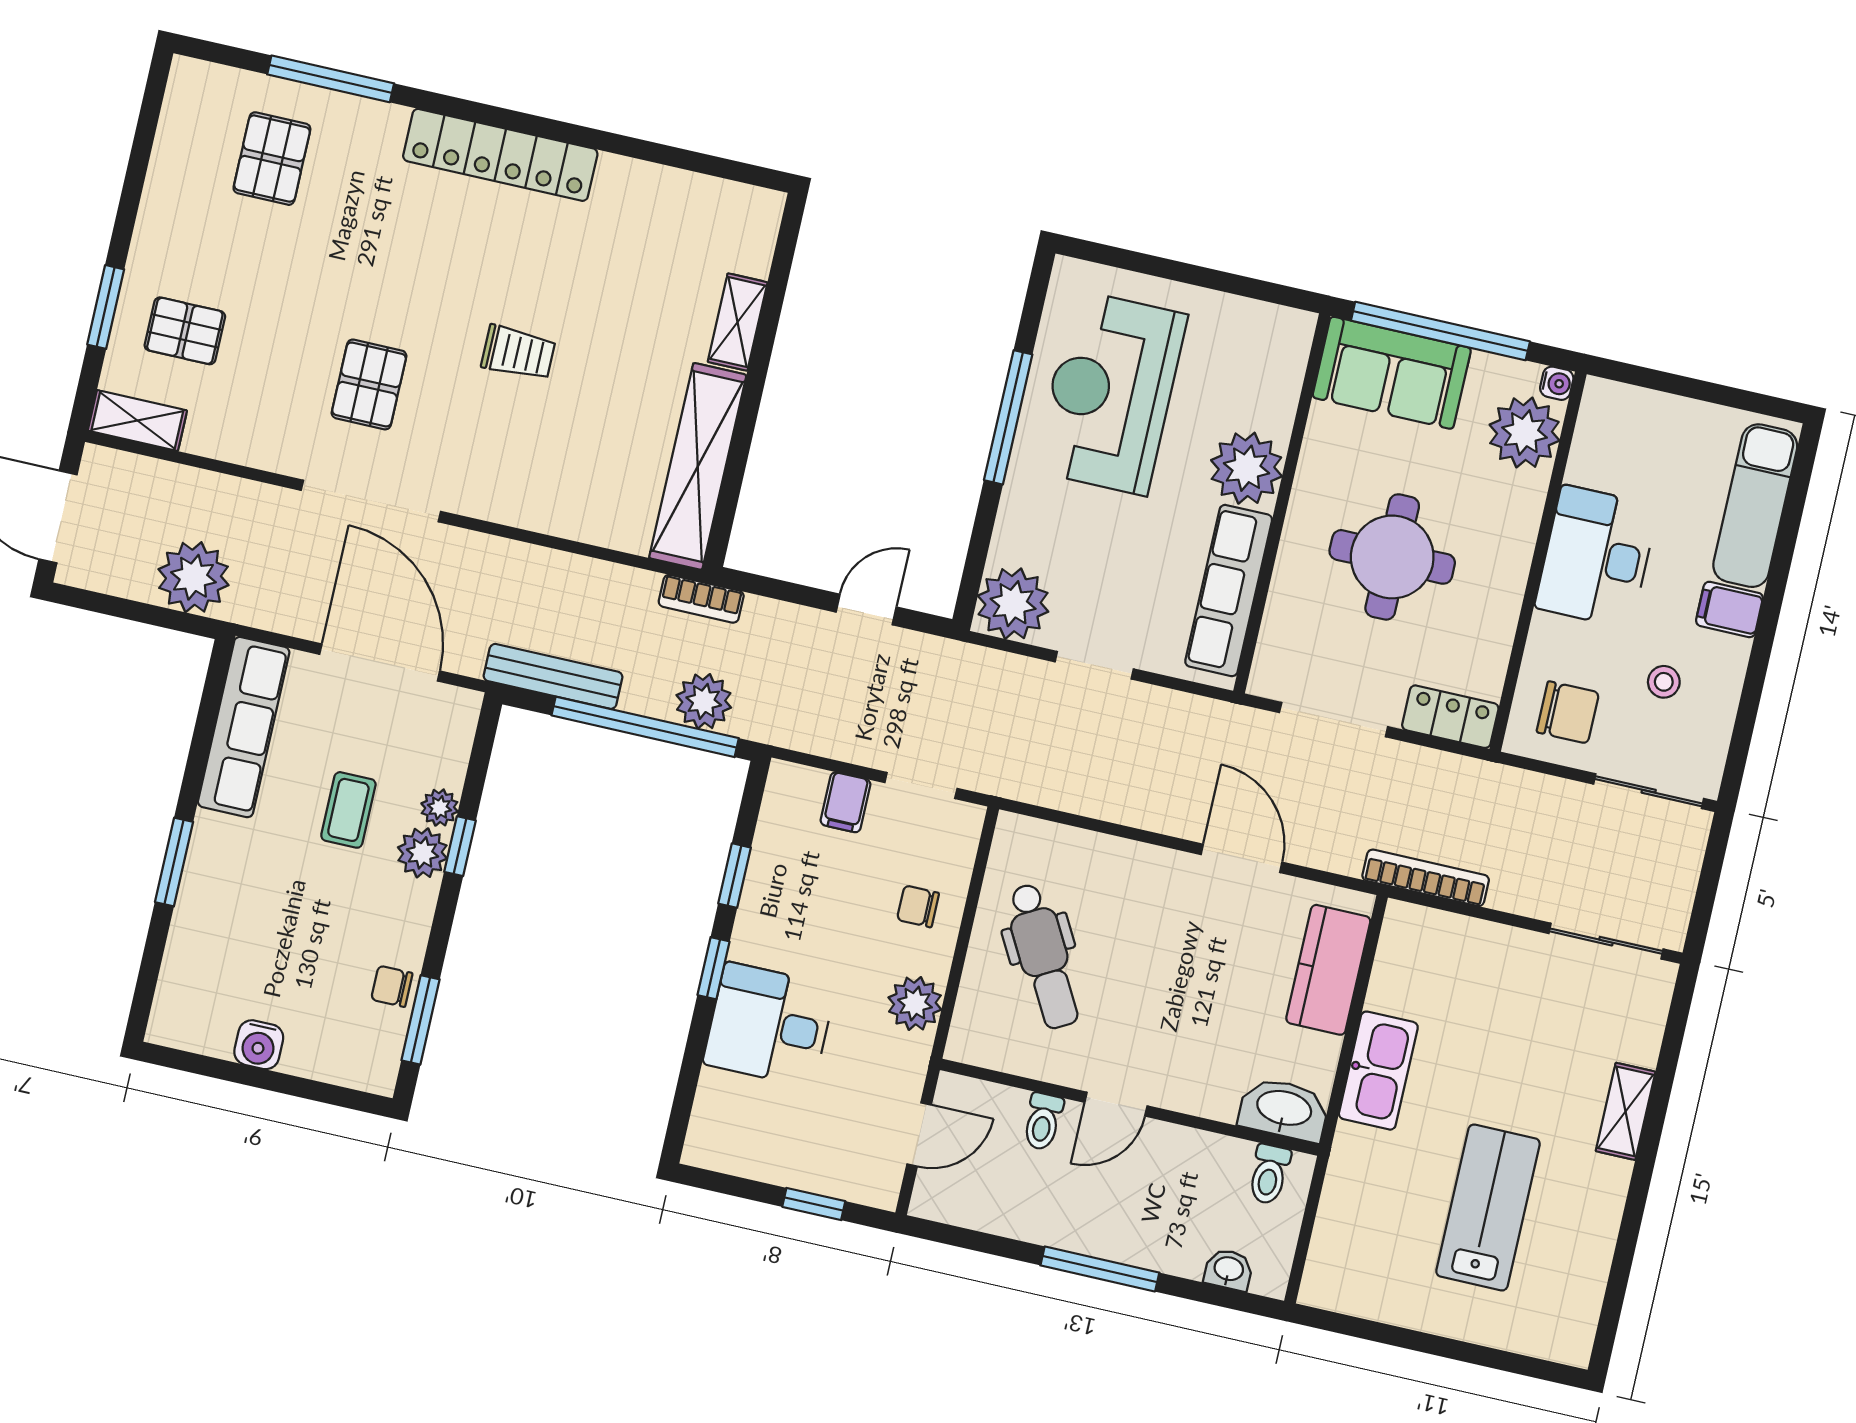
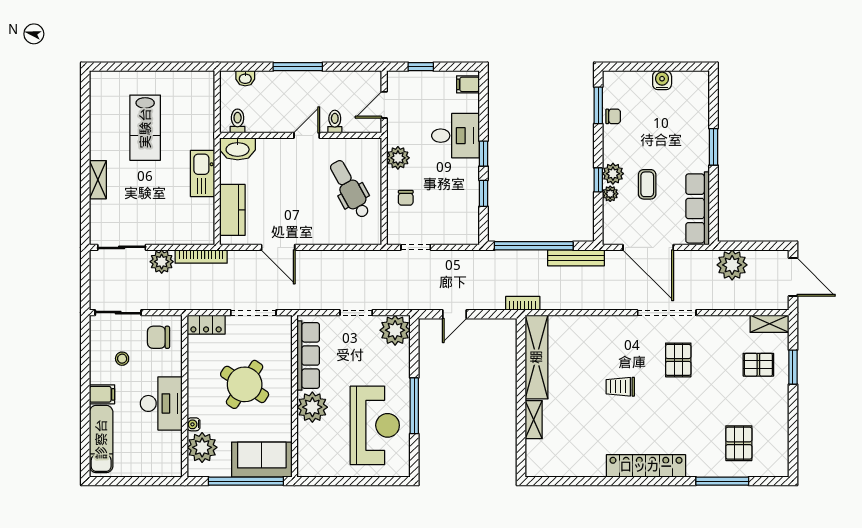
water cooler: (1557, 383) -> (194, 424), moved
round table: (1392, 557) -> (245, 384), turned 33
plant: (704, 701) -> (162, 262), moved
filing cabinet: (846, 802) -> (468, 84), moved, turned -90
chair: (918, 906) -> (406, 198), turned 90

